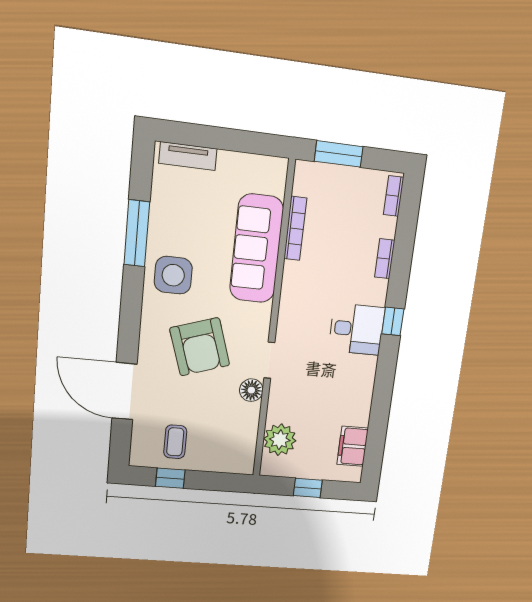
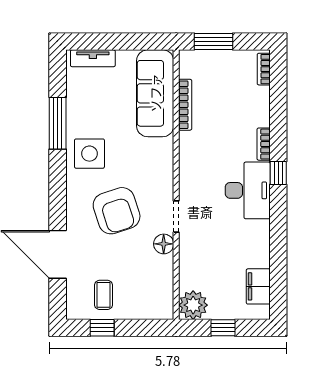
sofa: (257, 249) -> (155, 93), moved
bookcase: (385, 259) -> (264, 144), moved
desk: (357, 329) -> (248, 190), width x1.37
plant: (280, 440) -> (193, 305), moved

